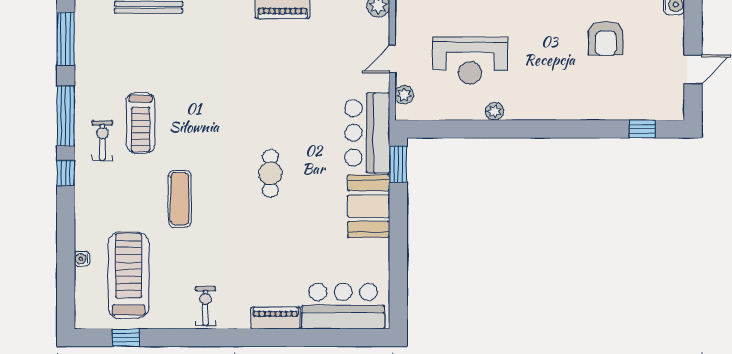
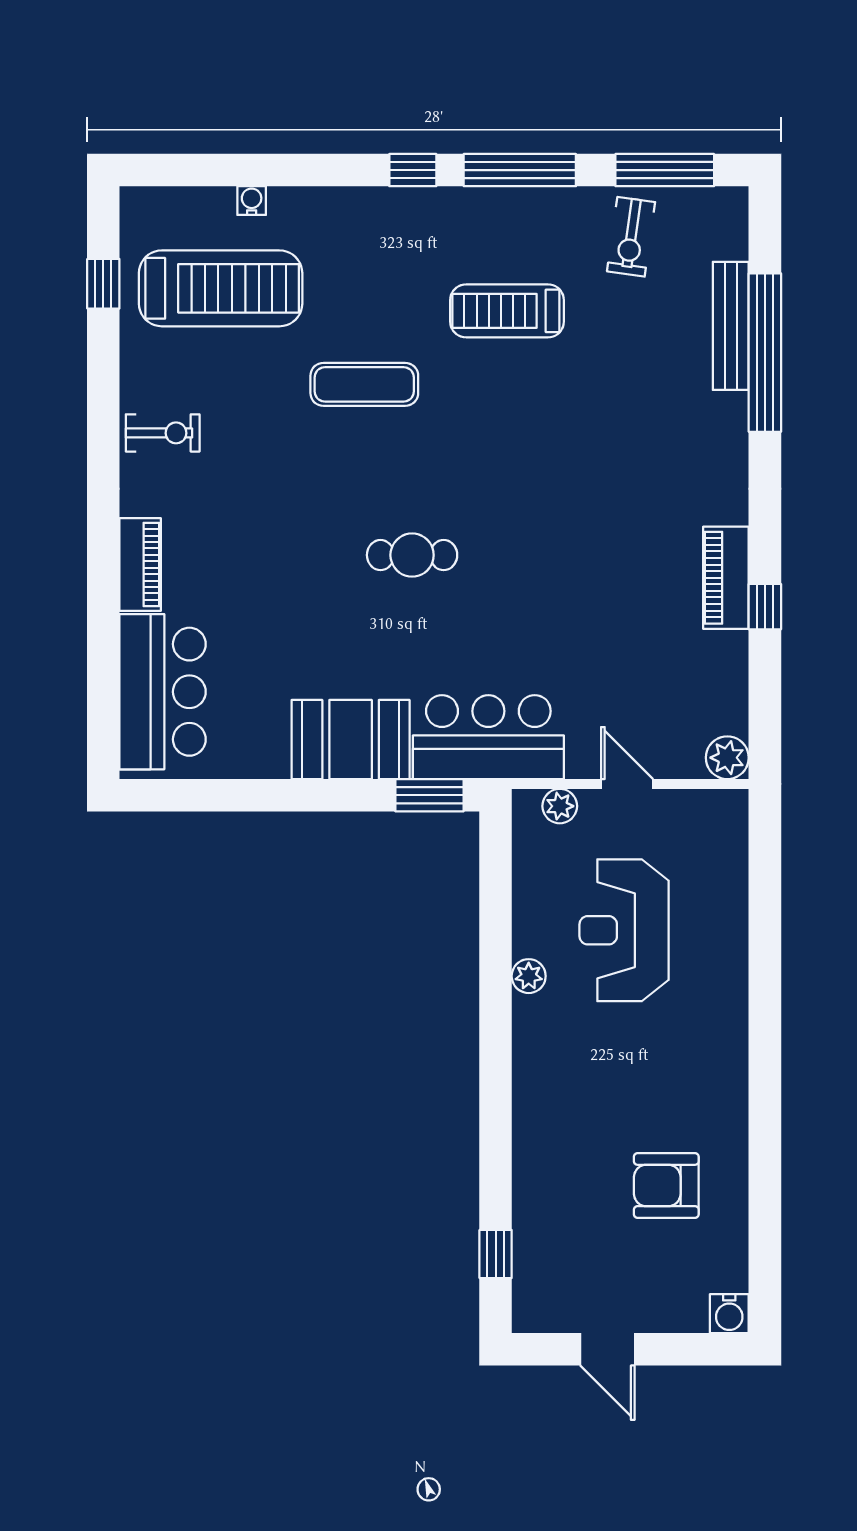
exercise bike: (102, 140) -> (631, 237), moved, turned 98

